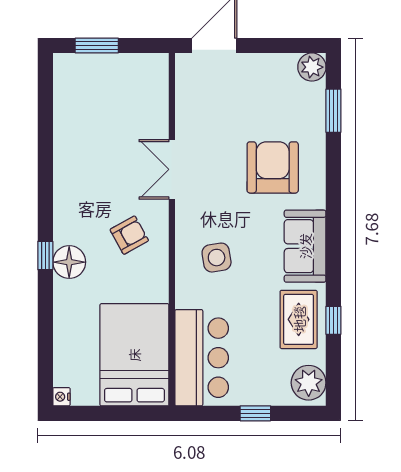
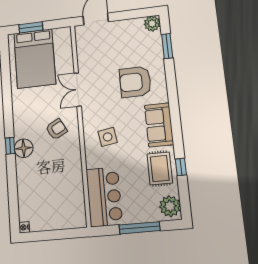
armchair: (273, 167) -> (135, 82), turned -90
bed: (134, 355) -> (35, 58), moved, turned 180
window: (255, 413) -> (139, 228), width x2.17

